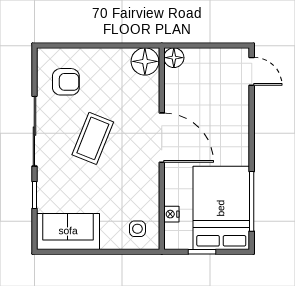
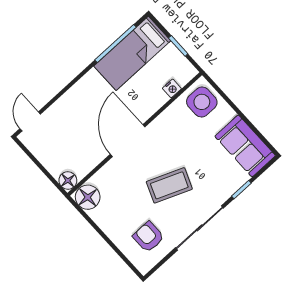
bed: (221, 208) -> (132, 53), width x0.67
side table: (137, 229) -> (202, 102), width x1.87, depth x1.87

